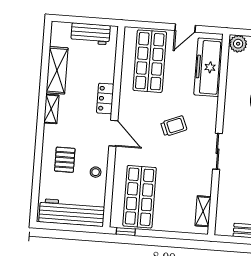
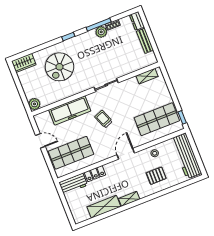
workbench: (90, 34) -> (73, 184), moved, turned 90
freezer: (208, 67) -> (70, 110), moved
locker: (105, 99) -> (95, 174), moved

